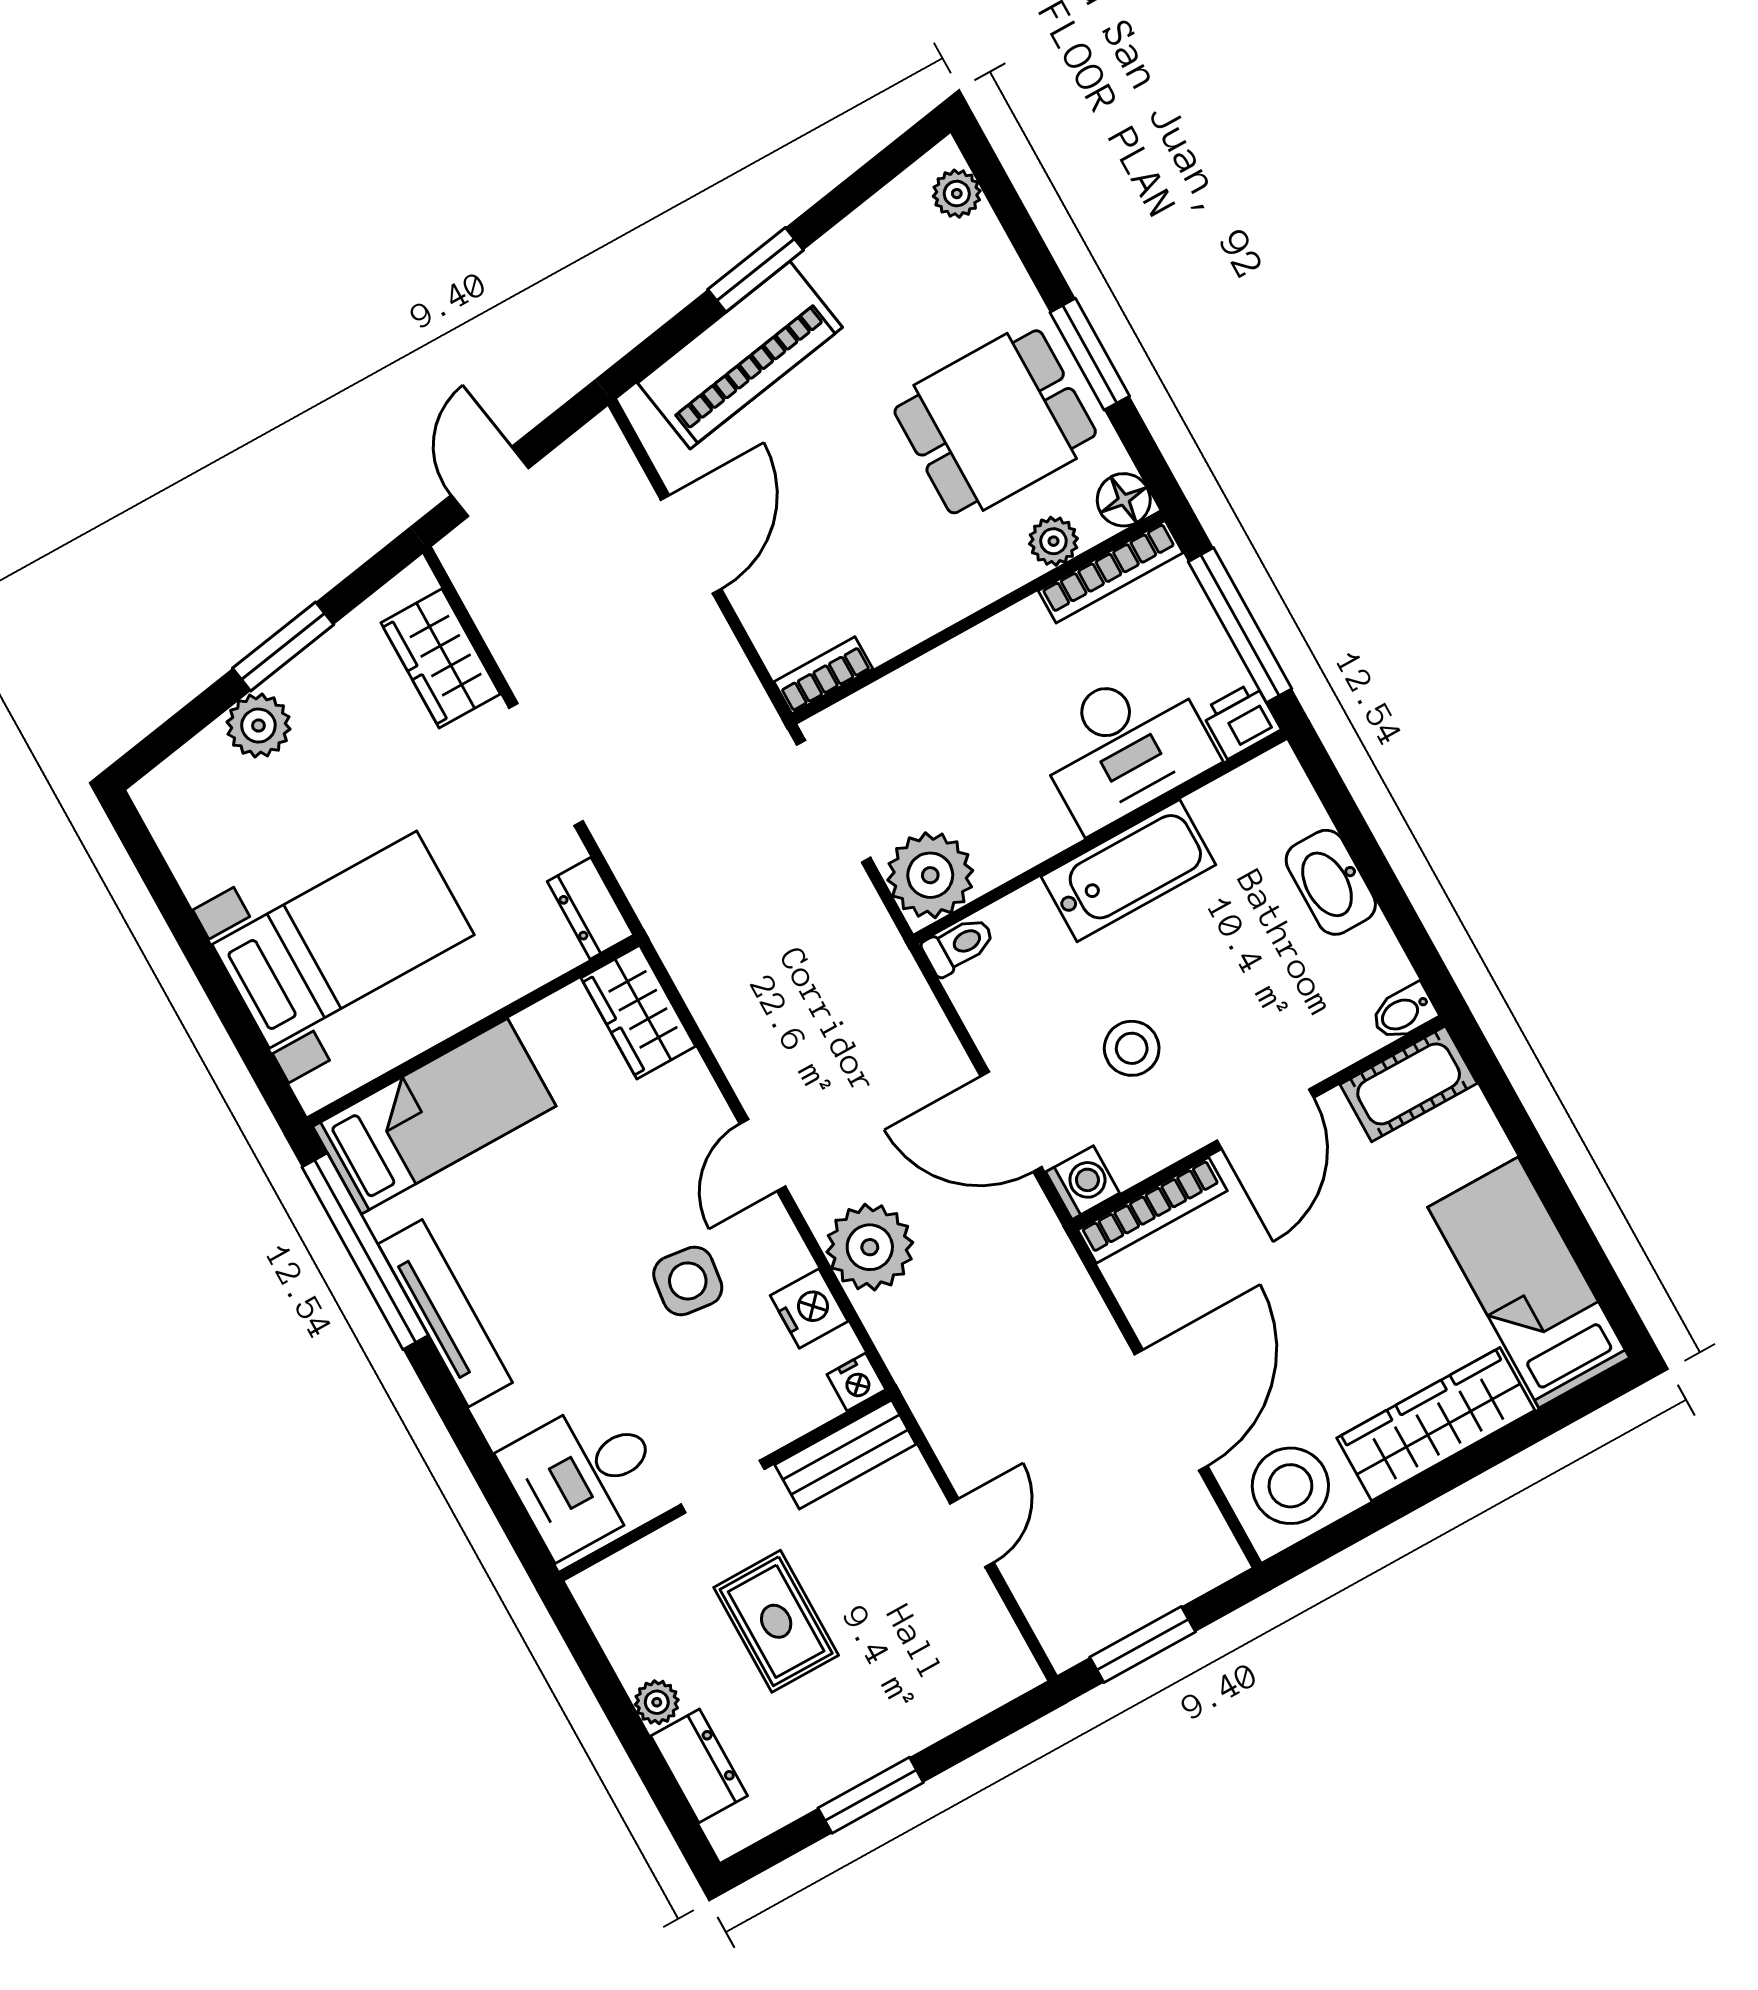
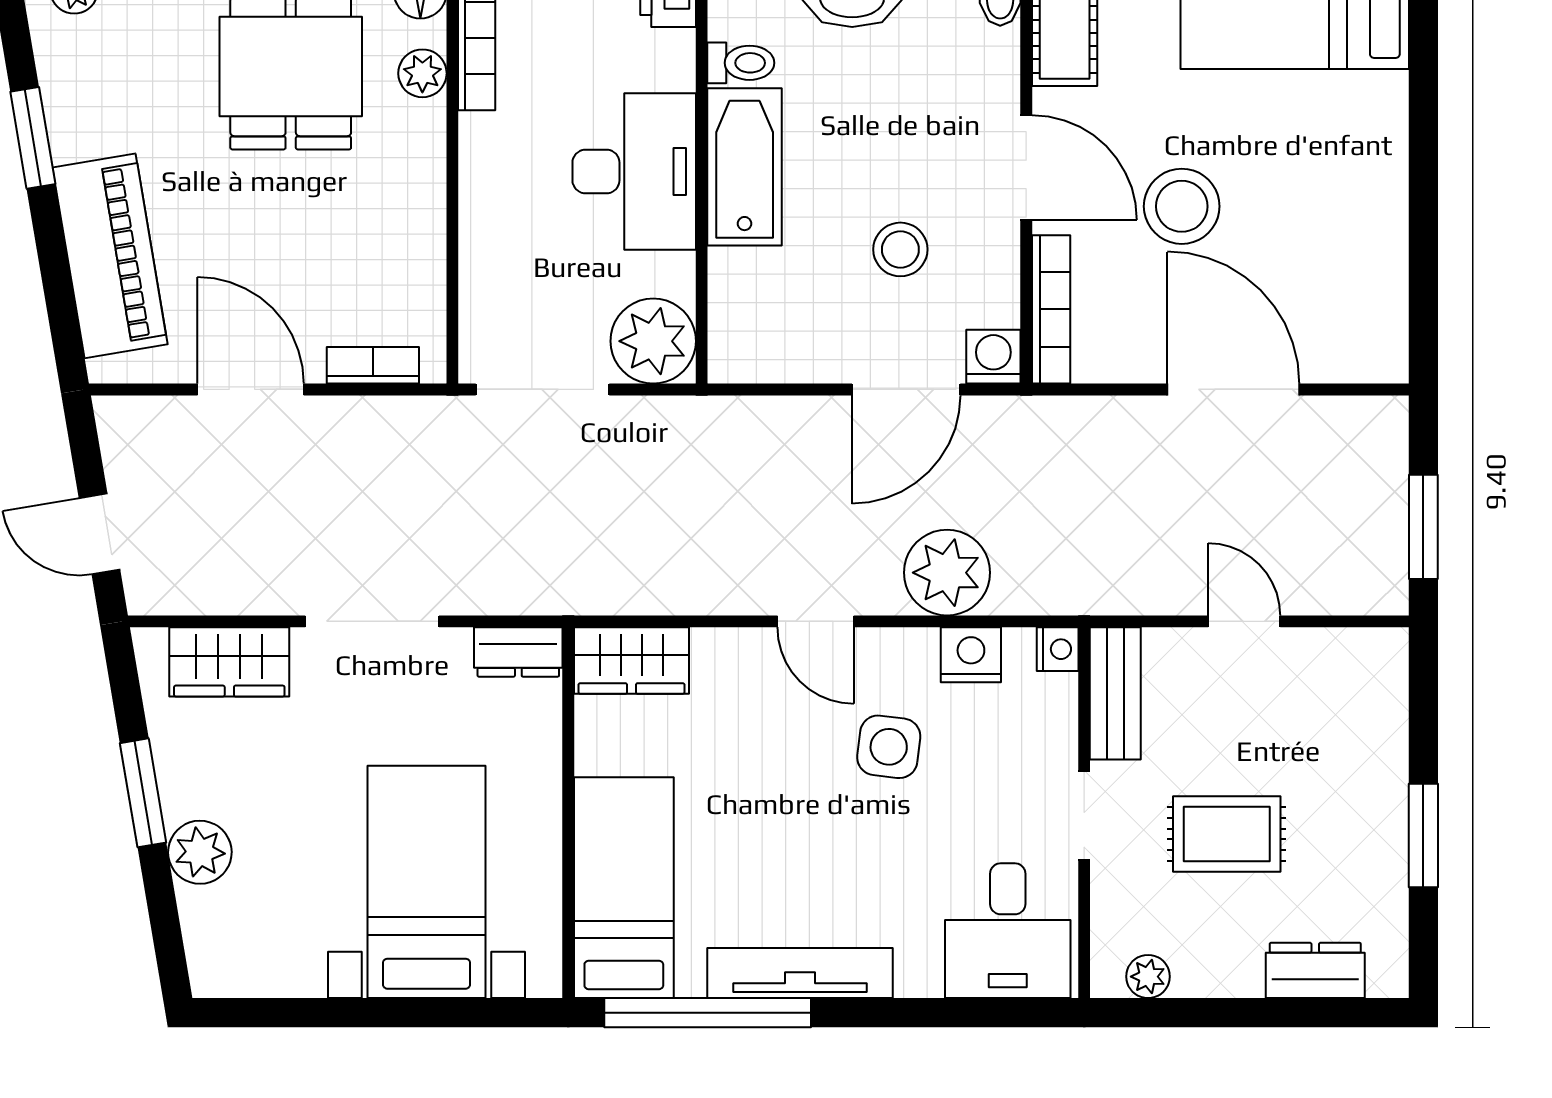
window: (756, 270) -> (33, 138), moved
bookcase: (823, 675) -> (373, 365), moved, turned 90
desk: (1124, 746) -> (634, 171), moved
toilet: (959, 946) -> (741, 63), moved, turned 90
wardrobe: (1436, 1424) -> (1373, 166), removed
stool: (1290, 1486) -> (1182, 206), moved
plant: (657, 1702) -> (1148, 977), moved

